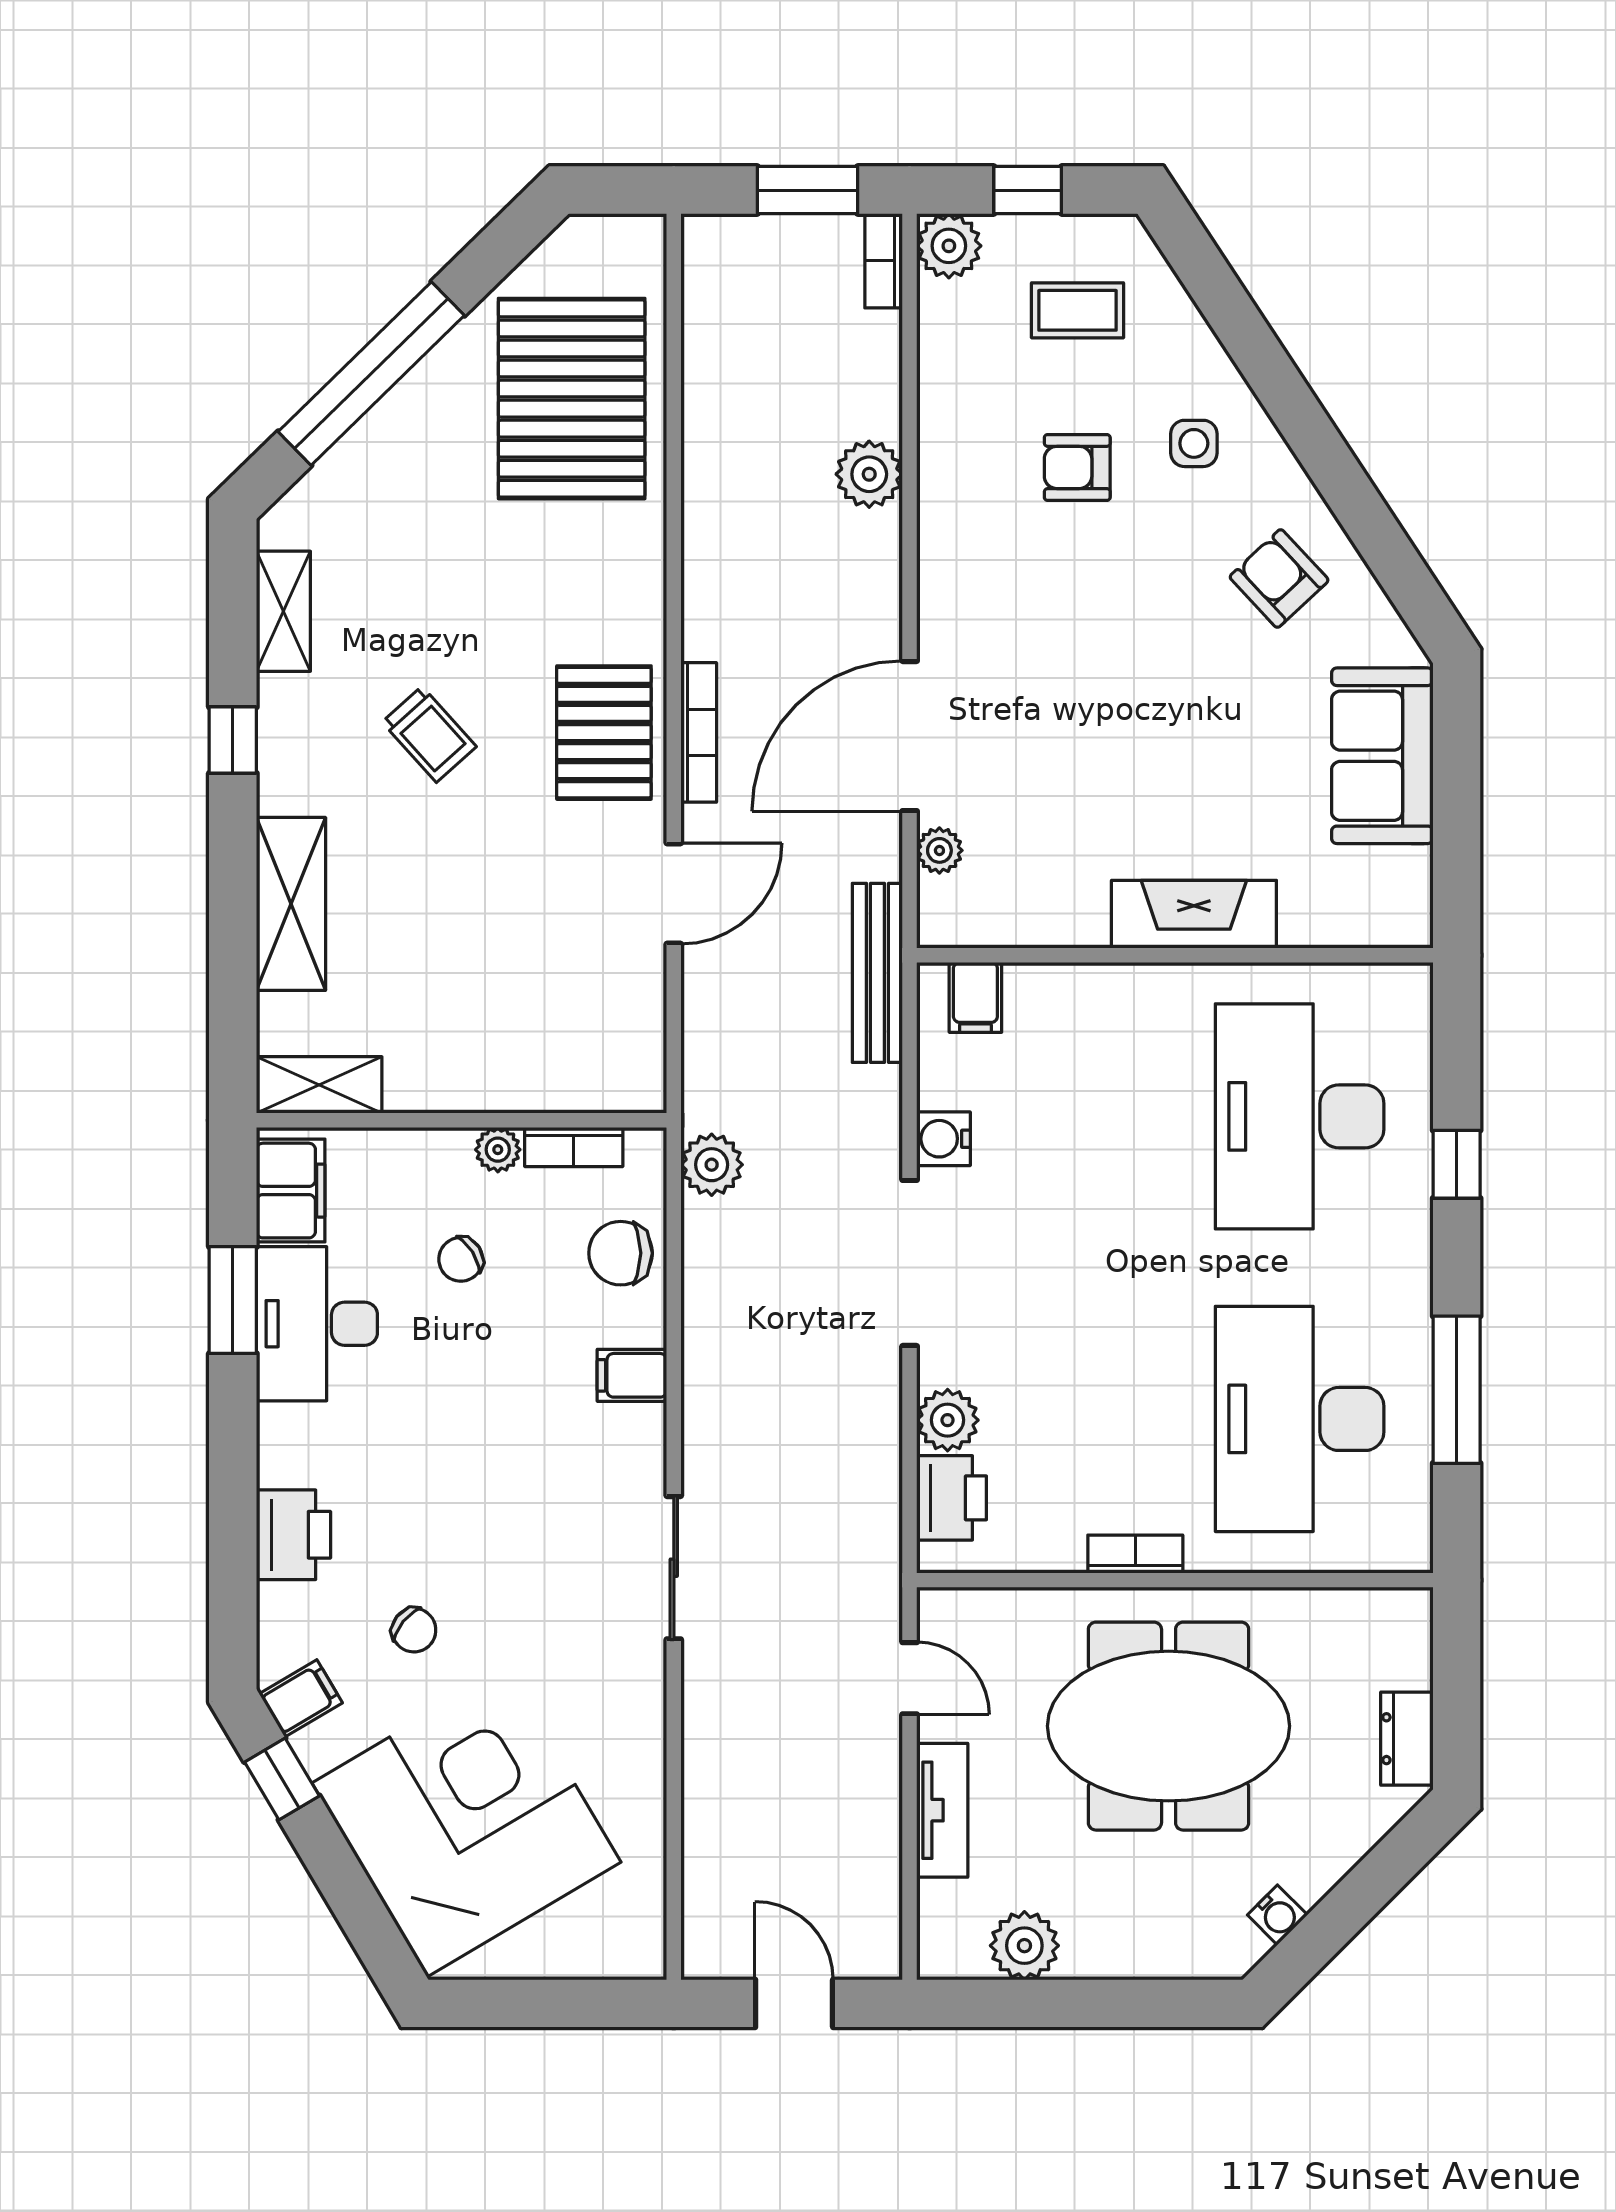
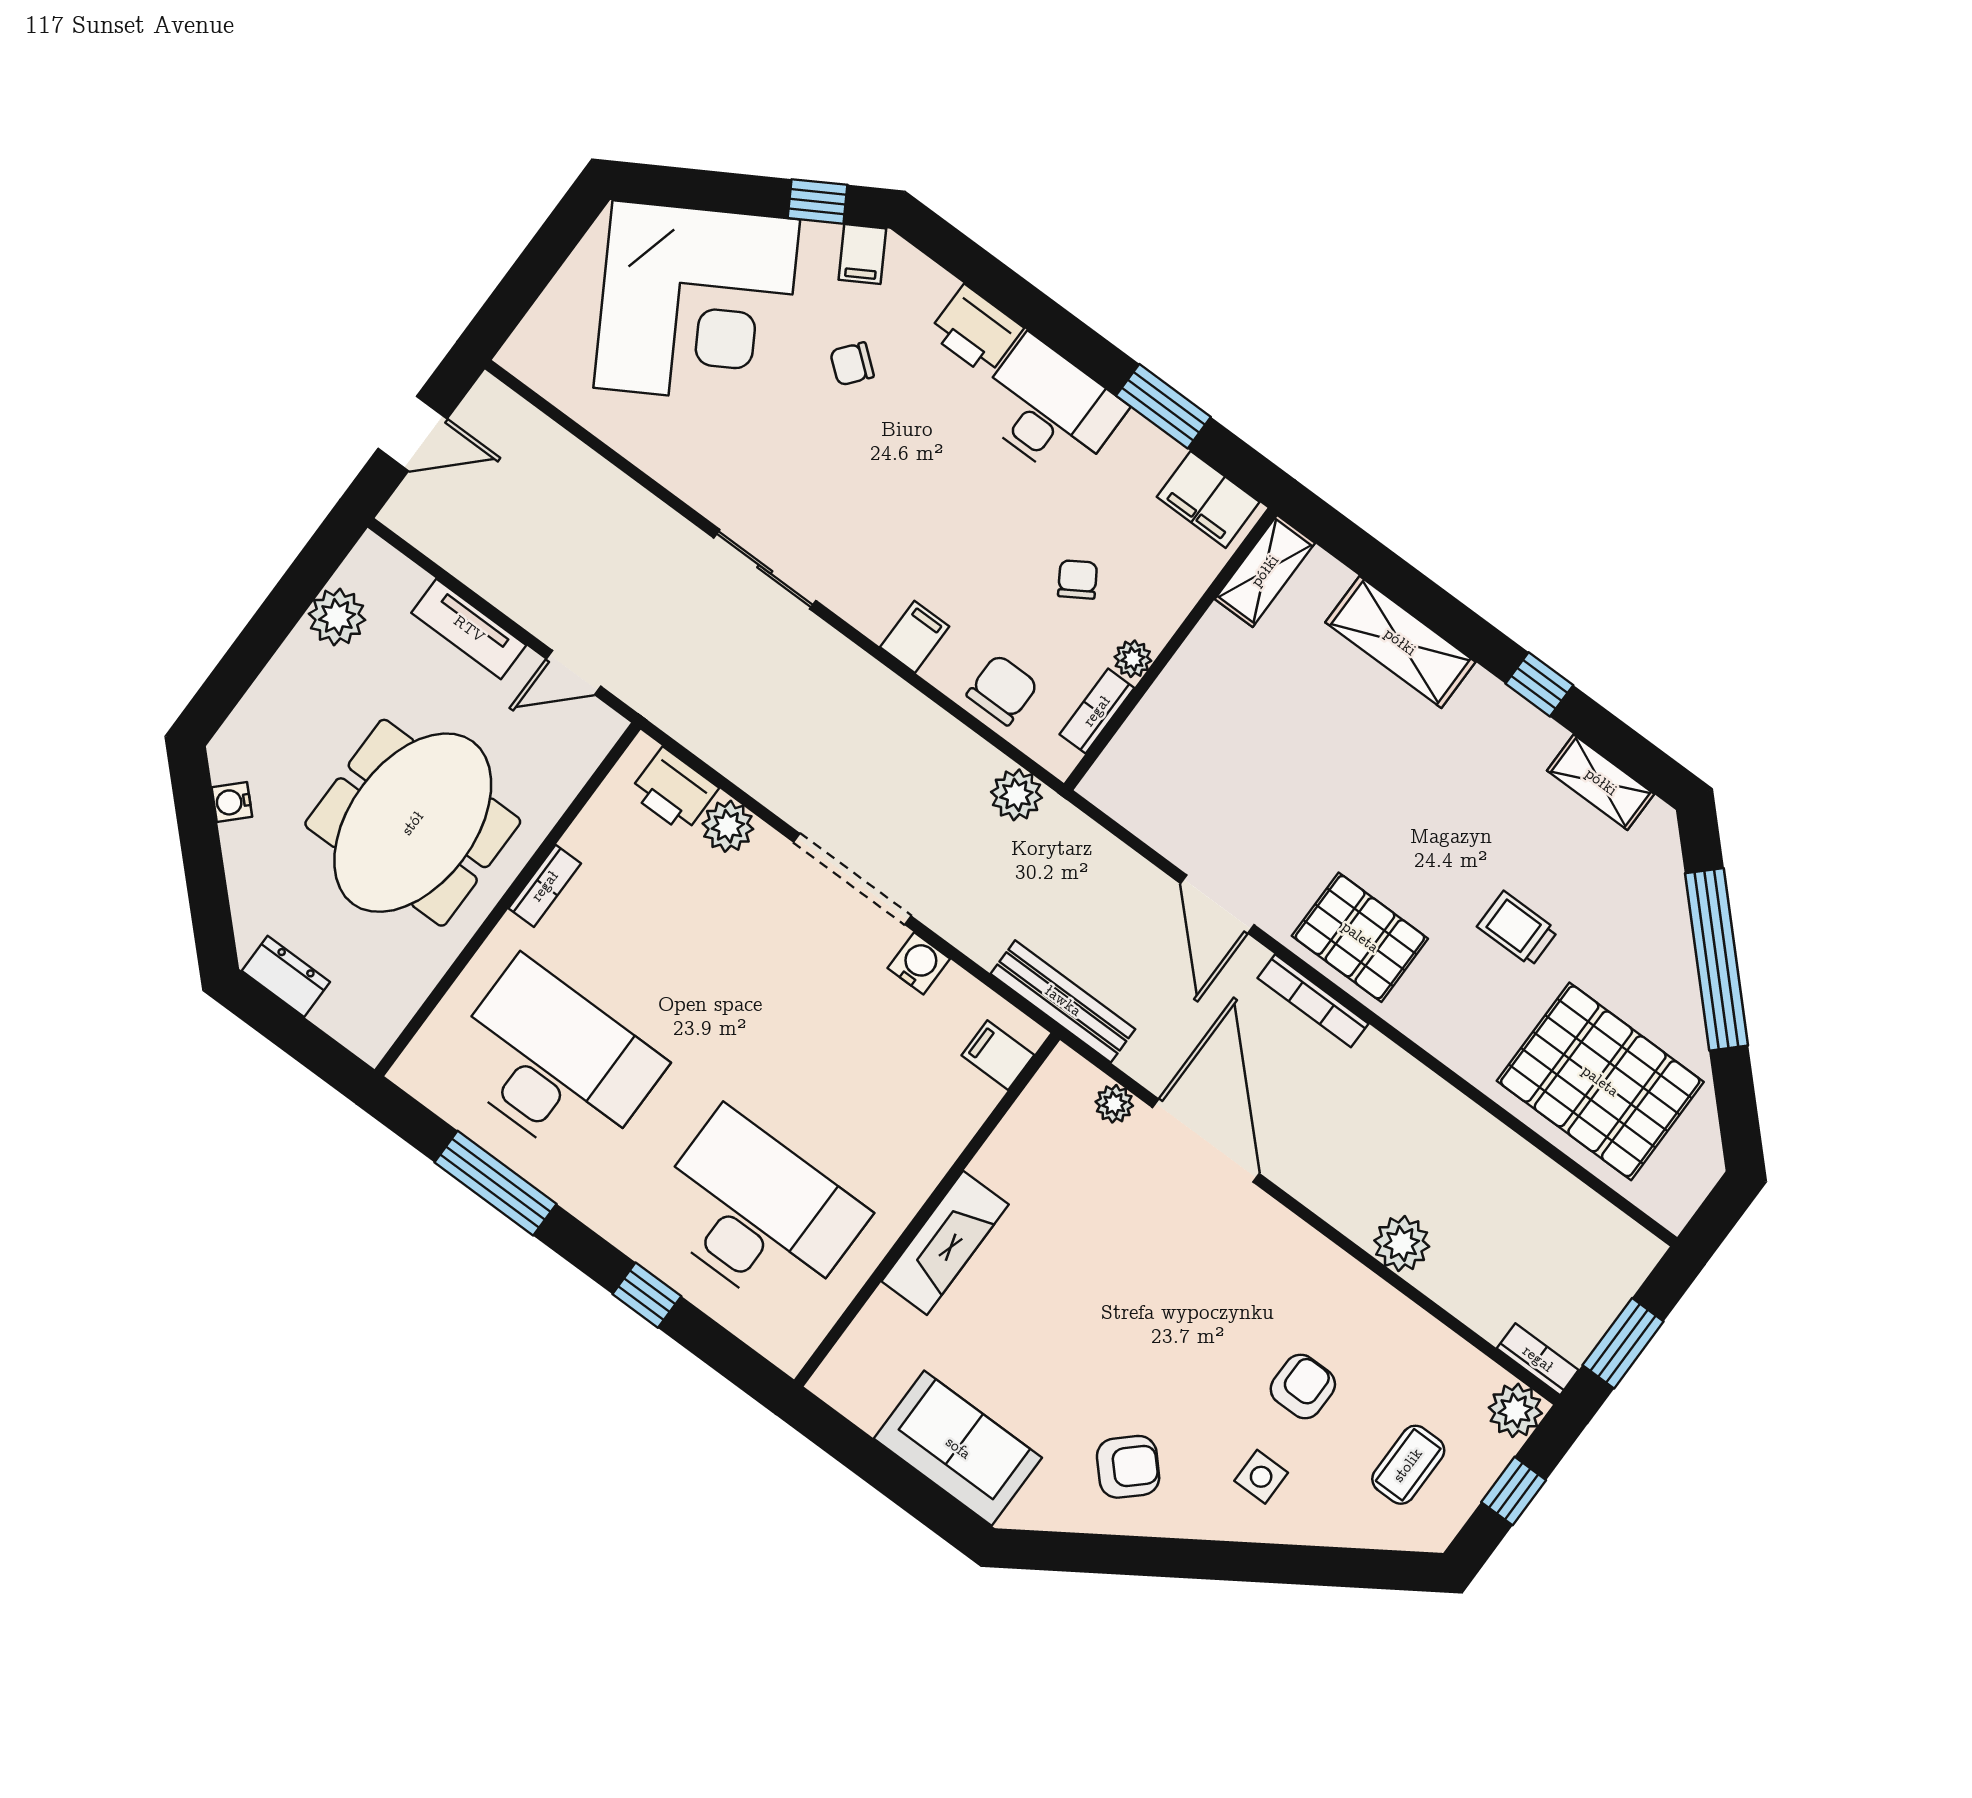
trolley: (429, 734) -> (1517, 929), moved, turned 42
desk: (317, 1324) -> (1049, 409), moved

